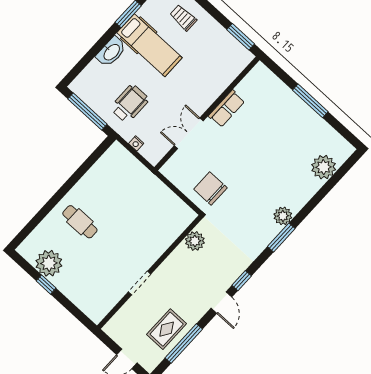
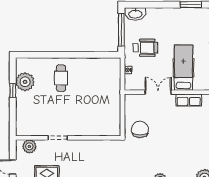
hospital bed: (150, 45) -> (183, 68), moved, turned 180
washbasin: (111, 52) -> (135, 14), moved
plant: (195, 241) -> (29, 146), moved

